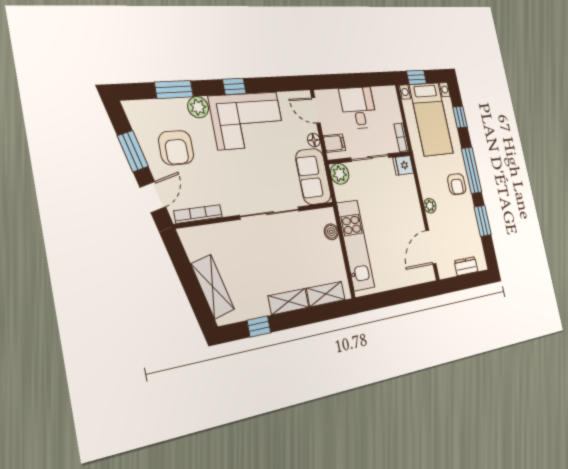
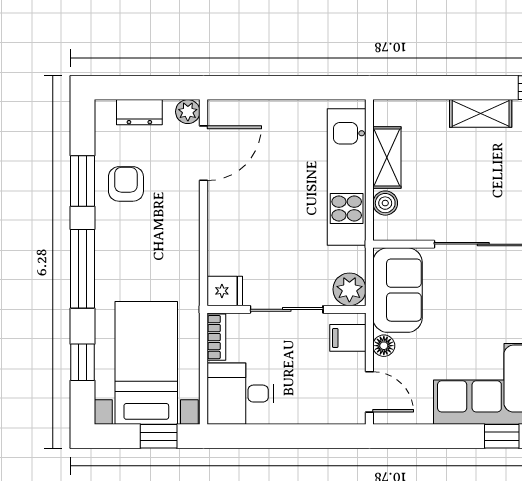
desk: (358, 108) -> (240, 394), moved, turned 90
armchair: (457, 184) -> (126, 184), moved
plant: (430, 206) -> (188, 112), moved
shelving: (326, 294) -> (387, 157), moved, turned 90

